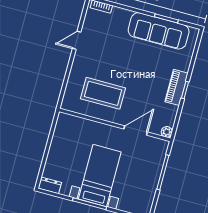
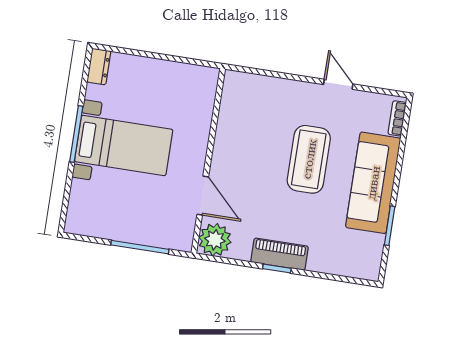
sofa: (159, 31) -> (373, 183), moved
coffee table: (103, 93) -> (309, 159), moved
plant: (167, 132) -> (215, 240), width x1.87, depth x1.87

